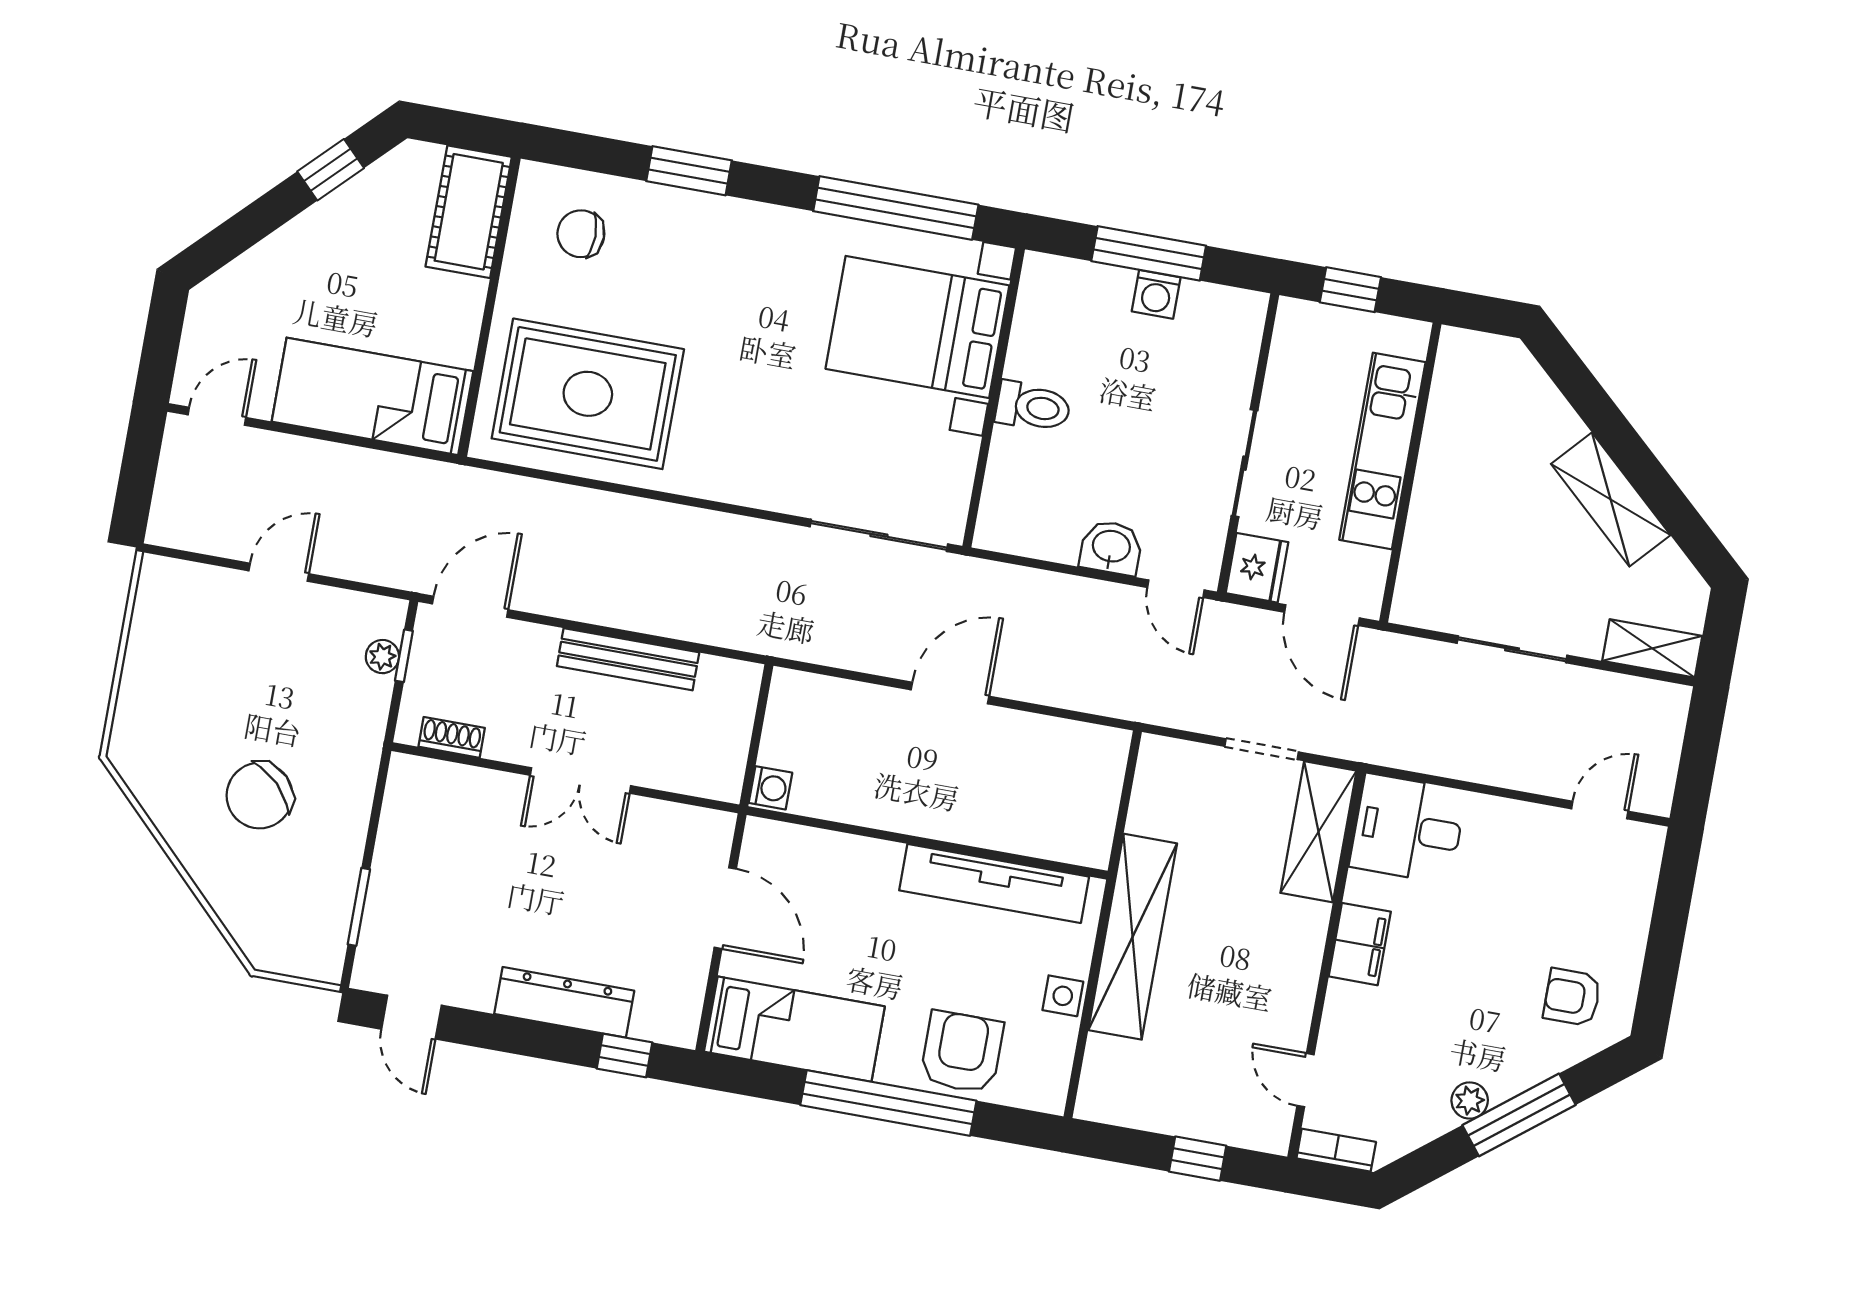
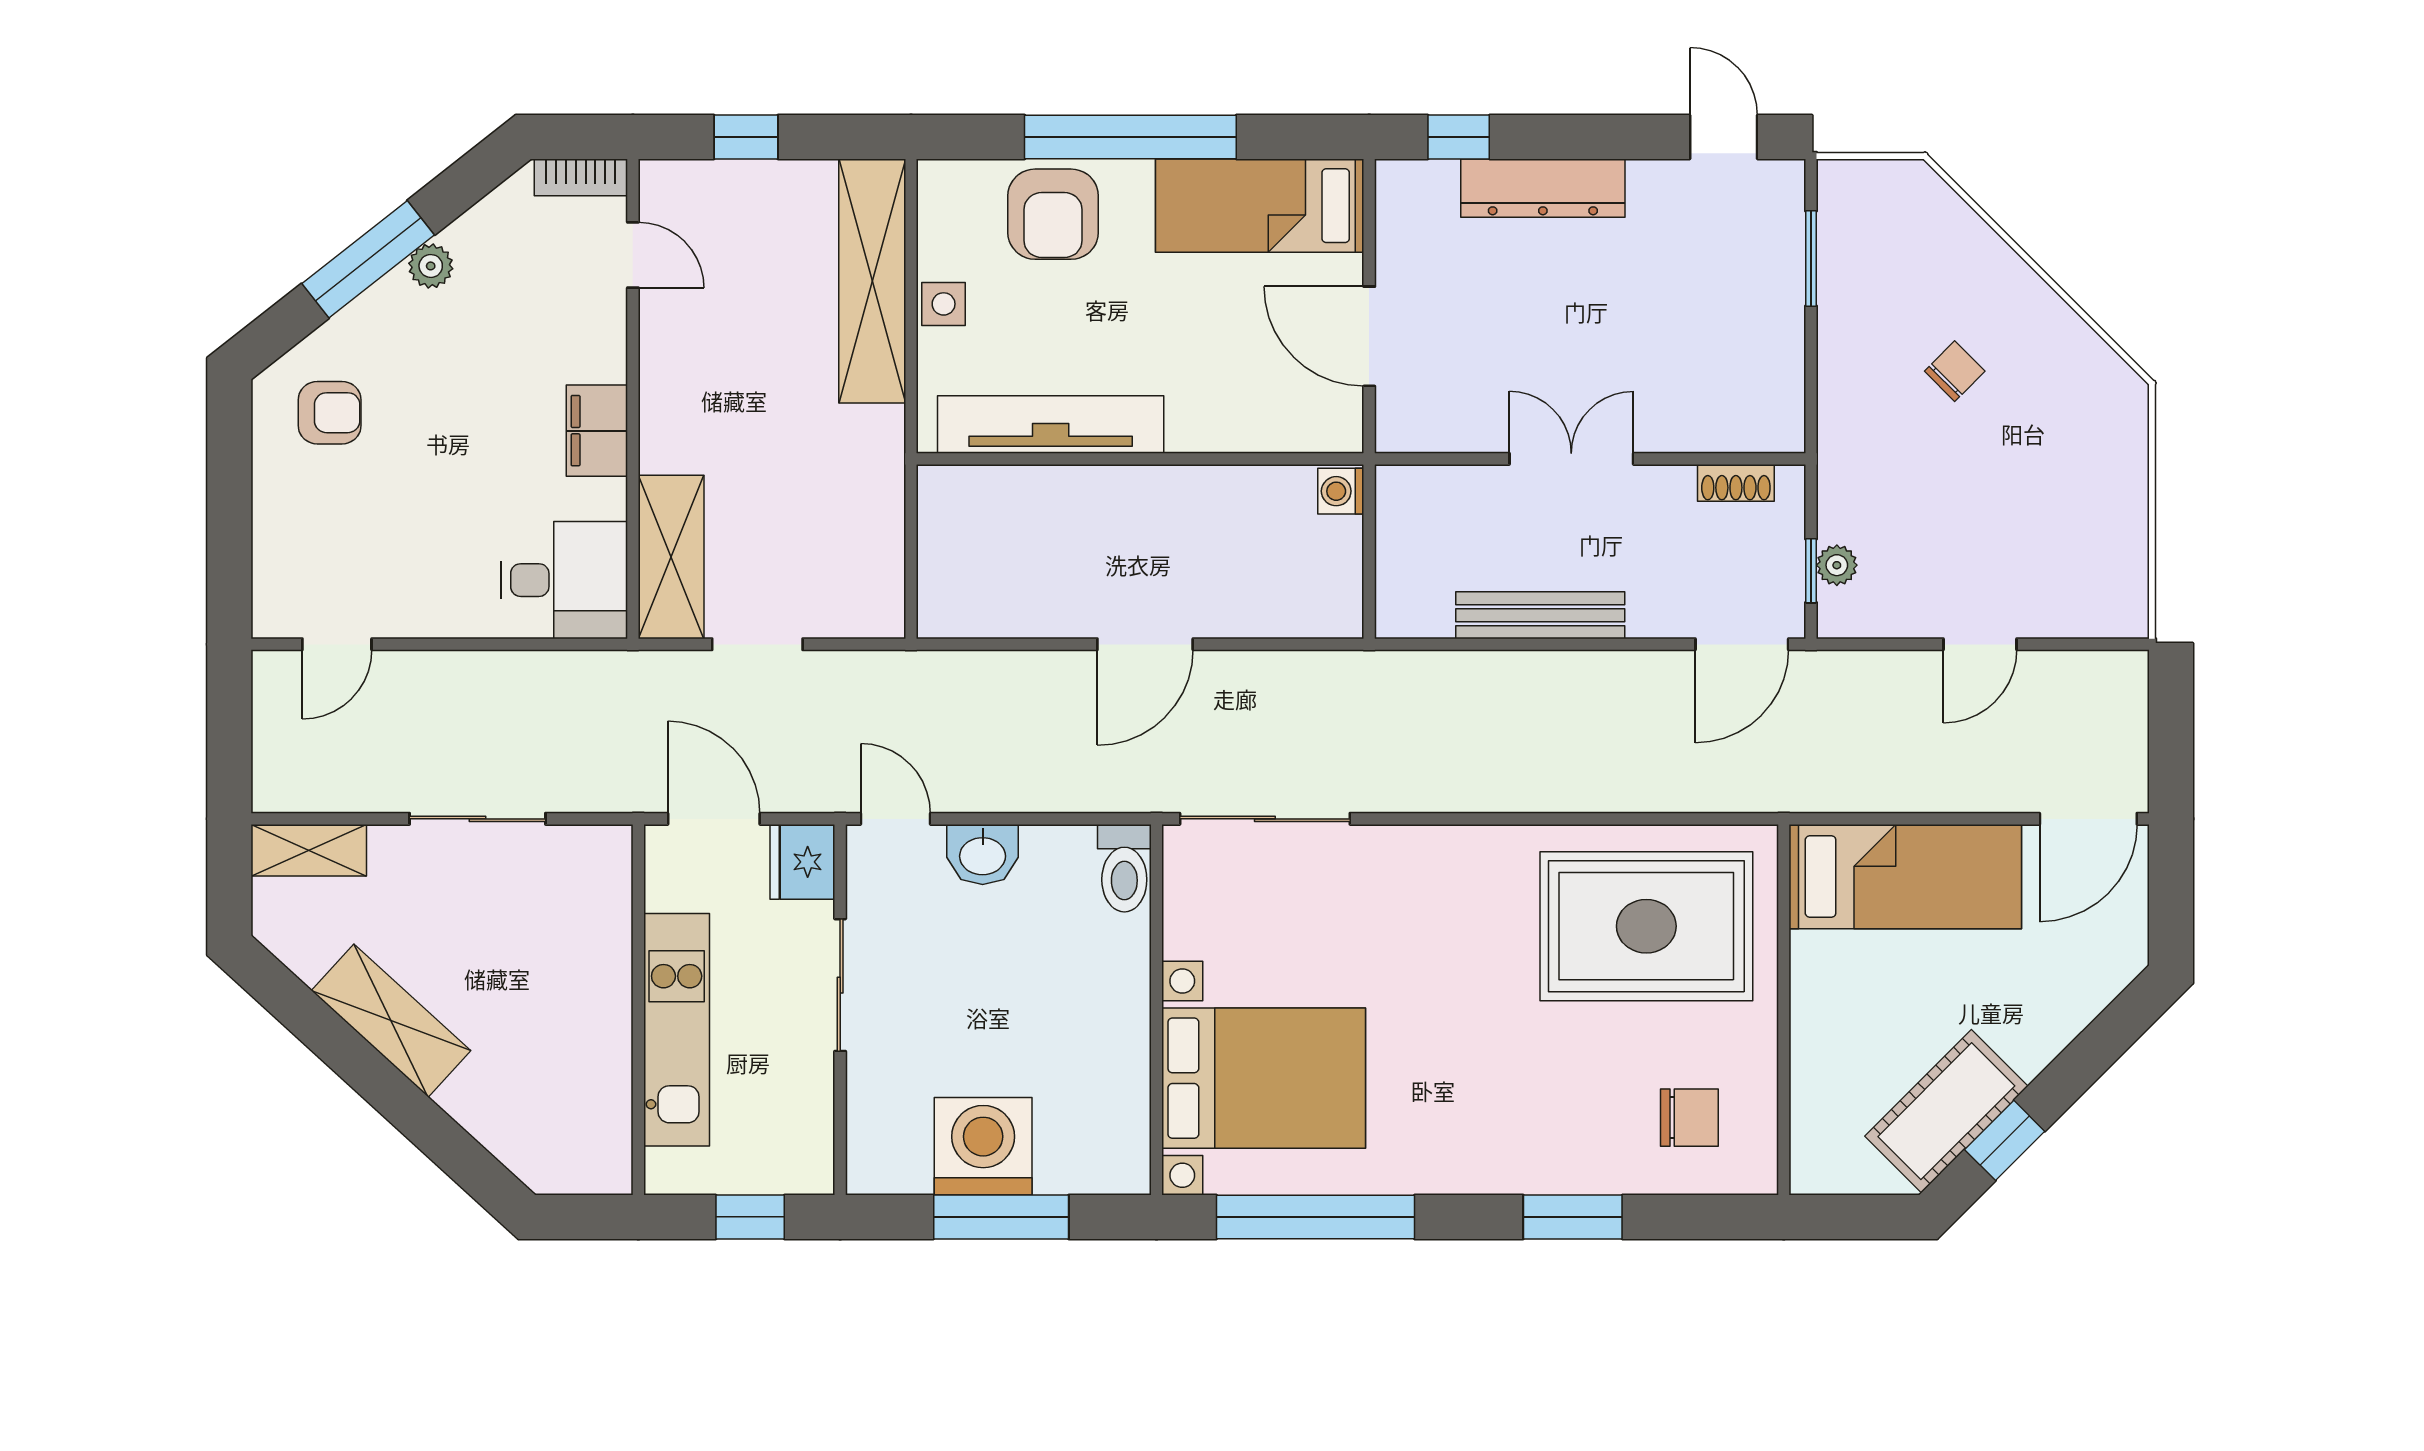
cot: (469, 212) -> (1946, 1111), moved, turned 45
washing machine: (1156, 294) -> (983, 1146), width x1.89, depth x1.89
toilet: (1033, 407) -> (1124, 868), moved, turned -90
door: (217, 416) -> (2088, 819), width x1.38
chair: (260, 796) -> (1955, 371), width x0.54, depth x0.54
shelving: (1133, 937) -> (872, 281), moved

